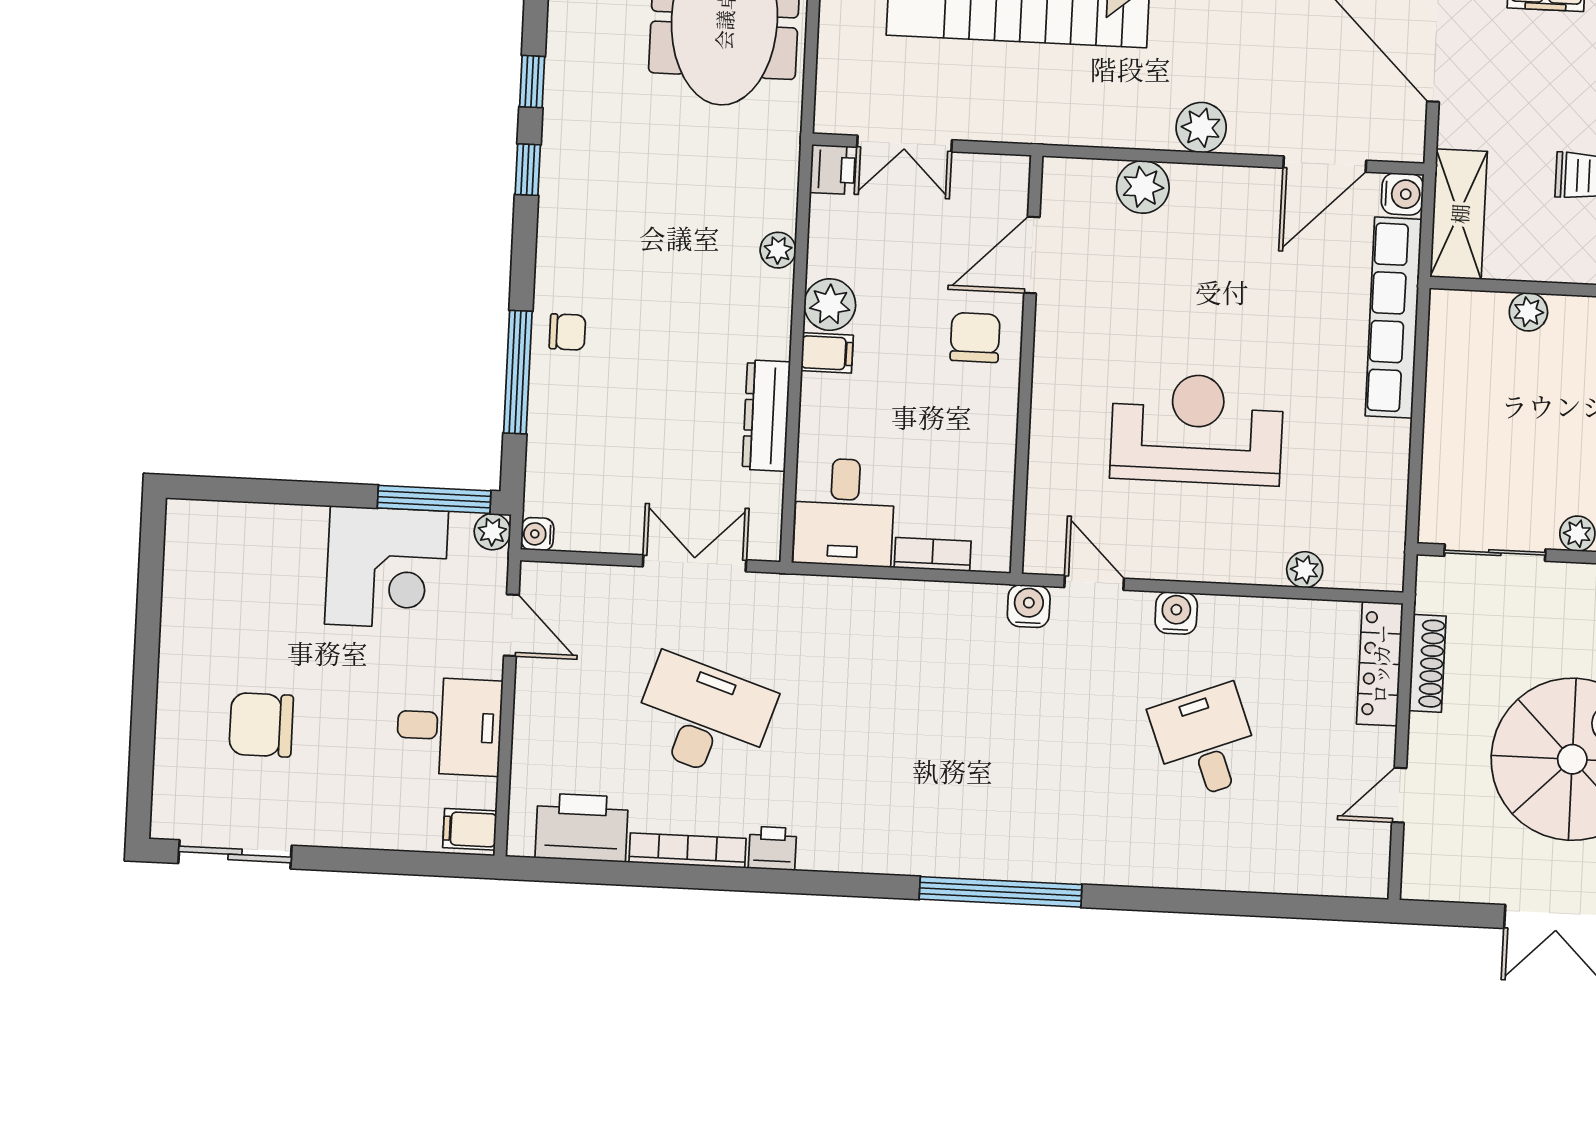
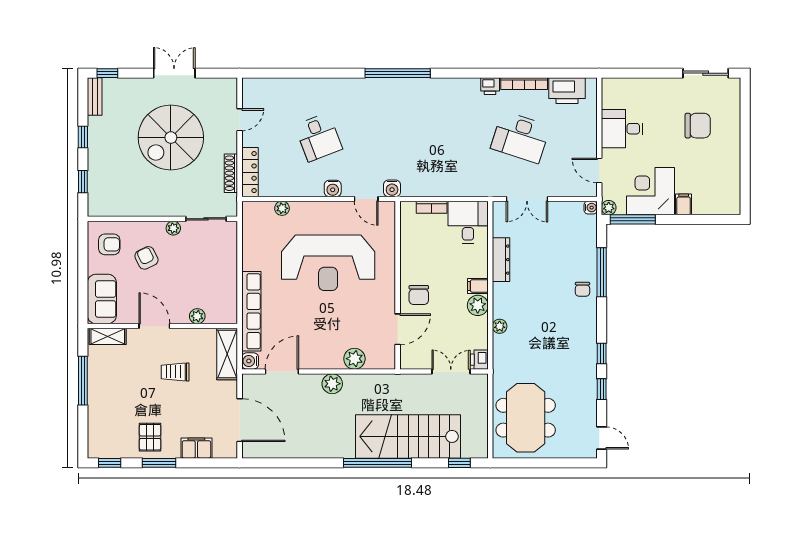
chair: (567, 332) -> (582, 289), turned -90
reception desk: (1197, 429) -> (328, 263), width x1.36, depth x1.30
filing cabinet: (470, 829) -> (684, 204), moved, turned -90

